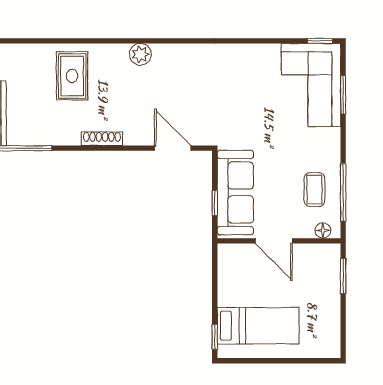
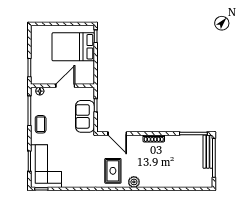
rug: (72, 76) -> (113, 171), moved
coffee table: (314, 190) -> (41, 124), moved
sofa: (235, 193) -> (85, 116), width x0.73
door: (274, 241) -> (65, 86), hinge flipped
bed: (258, 326) -> (73, 47), width x1.50

